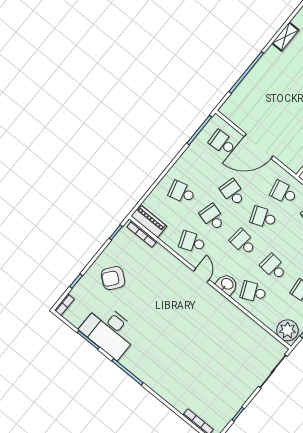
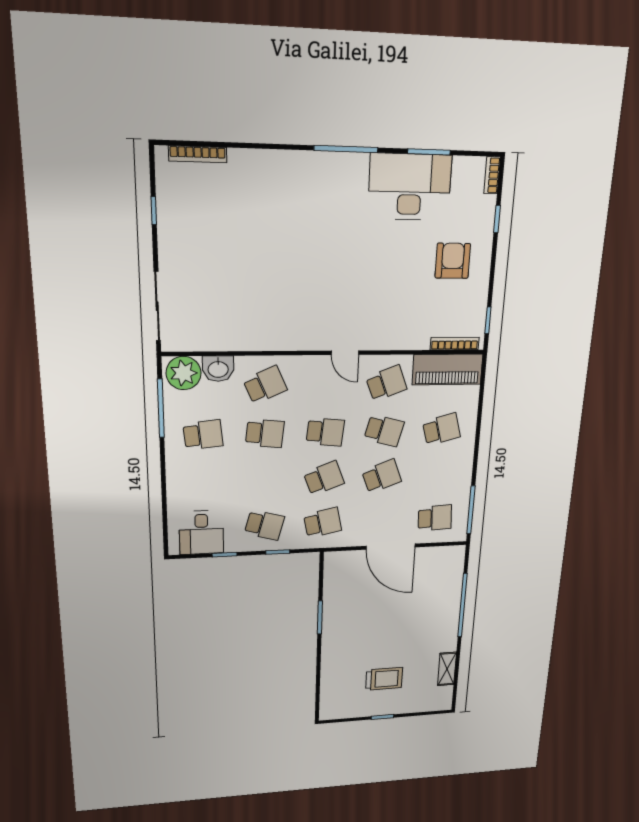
door: (259, 146) -> (391, 547), swing flipped
school desk: (233, 192) -> (382, 476), turned -36
piano: (149, 221) -> (448, 369), width x1.37, depth x1.33
armchair: (113, 278) -> (453, 261), turned -38
washbasin: (227, 284) -> (218, 369), moved

